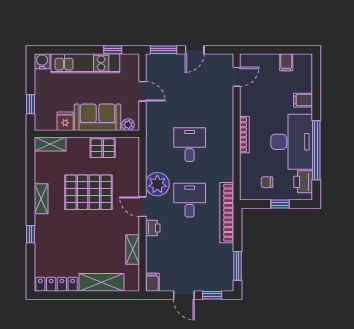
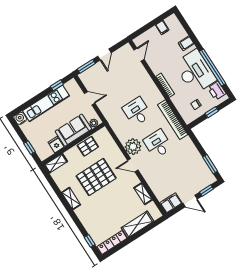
bookcase: (227, 213) -> (173, 120), moved
printer: (153, 228) -> (147, 174), removed
window: (30, 234) -> (90, 241), moved
filing cabinet: (152, 282) -> (171, 203), width x2.00

